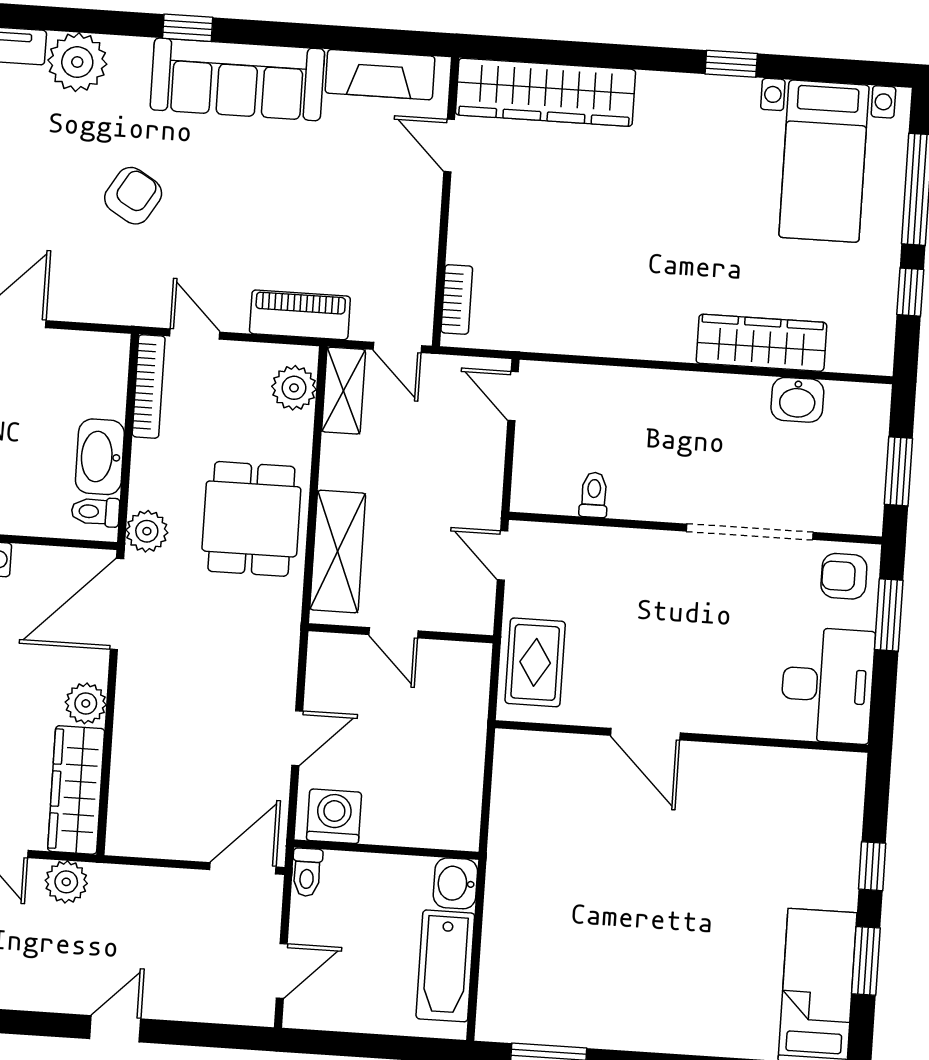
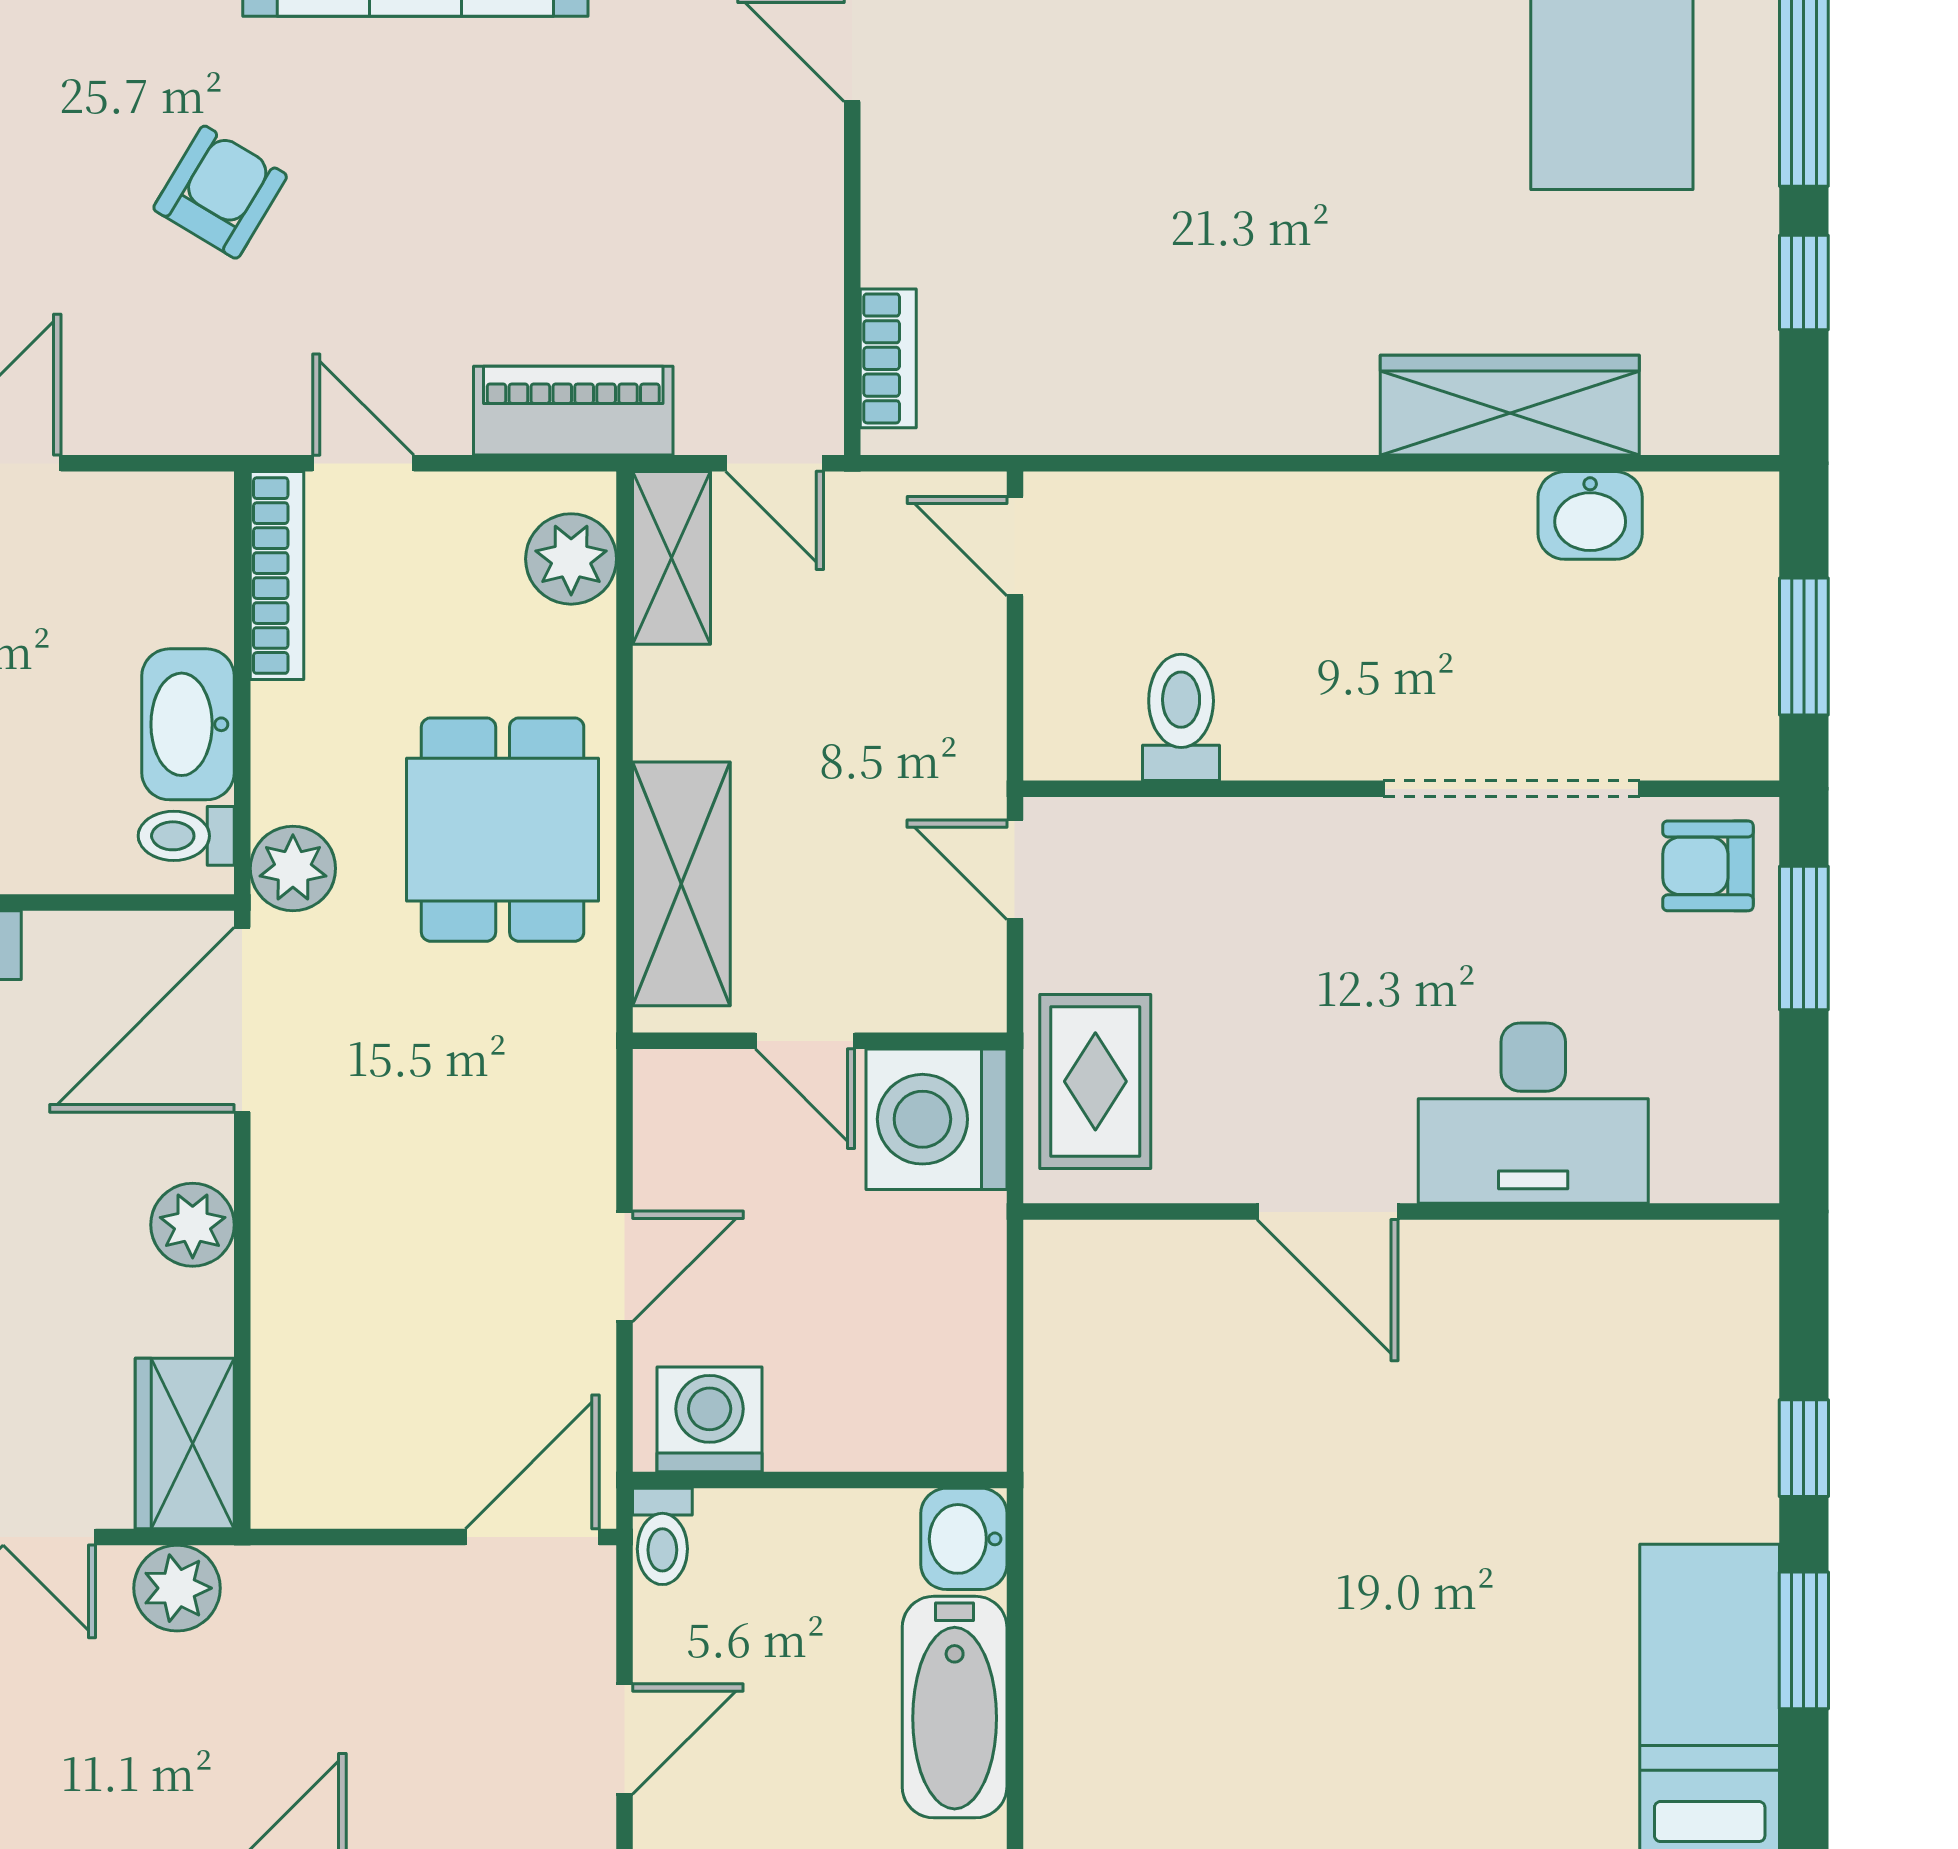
toilet: (594, 495) -> (1181, 717), width x1.37, depth x1.39
washing machine: (456, 676) -> (937, 1119), added
desk: (827, 685) -> (1533, 1113), moved, turned 90
wardrobe: (76, 790) -> (185, 1444), width x0.67

